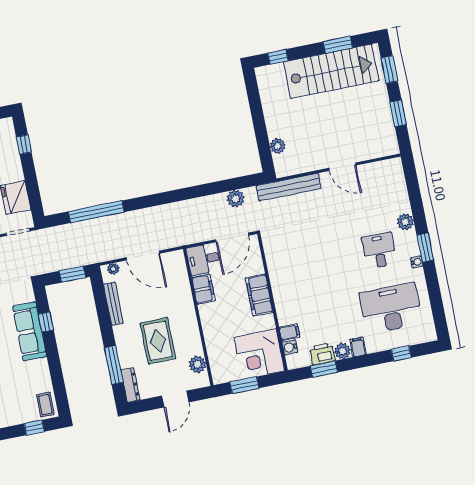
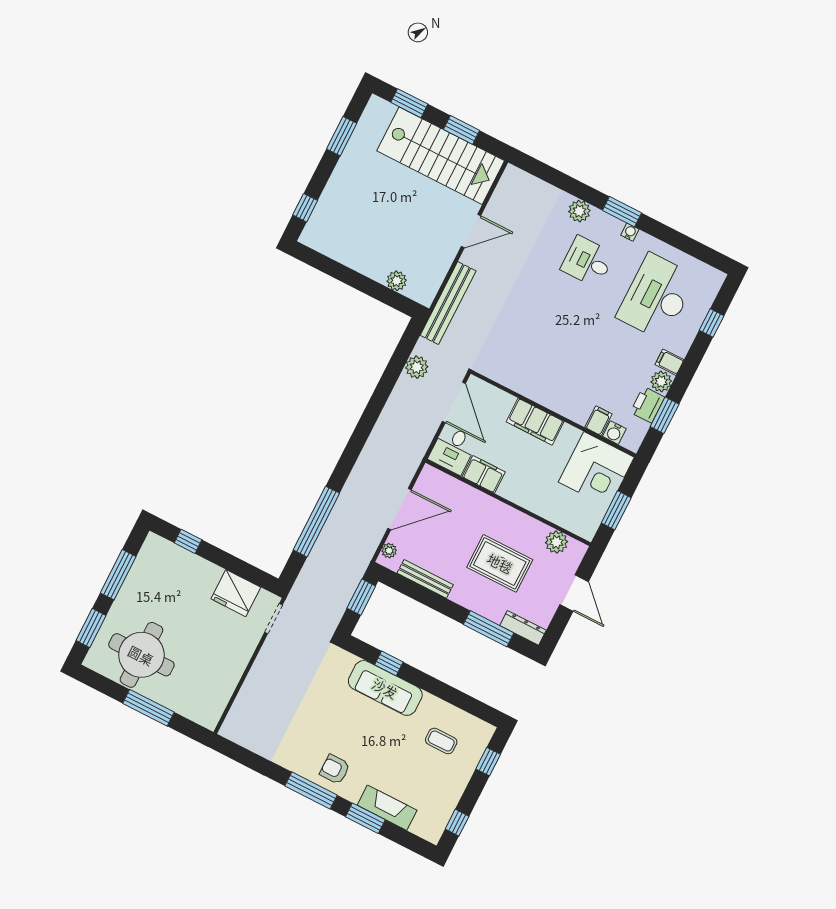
stairs: (331, 71) -> (441, 156), moved, turned 90
coffee table: (45, 405) -> (441, 741), moved

